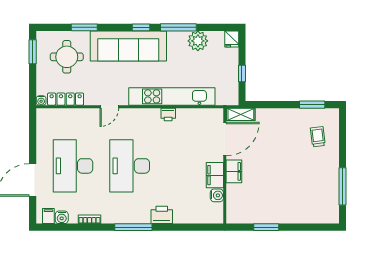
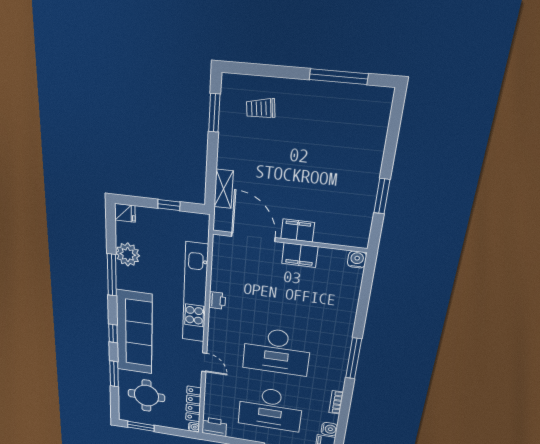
window: (141, 27) -> (113, 333), moved
shelving: (241, 114) -> (224, 189), moved
water cooler: (217, 195) -> (357, 259), moved
printer: (162, 215) -> (214, 427), moved, turned 90

